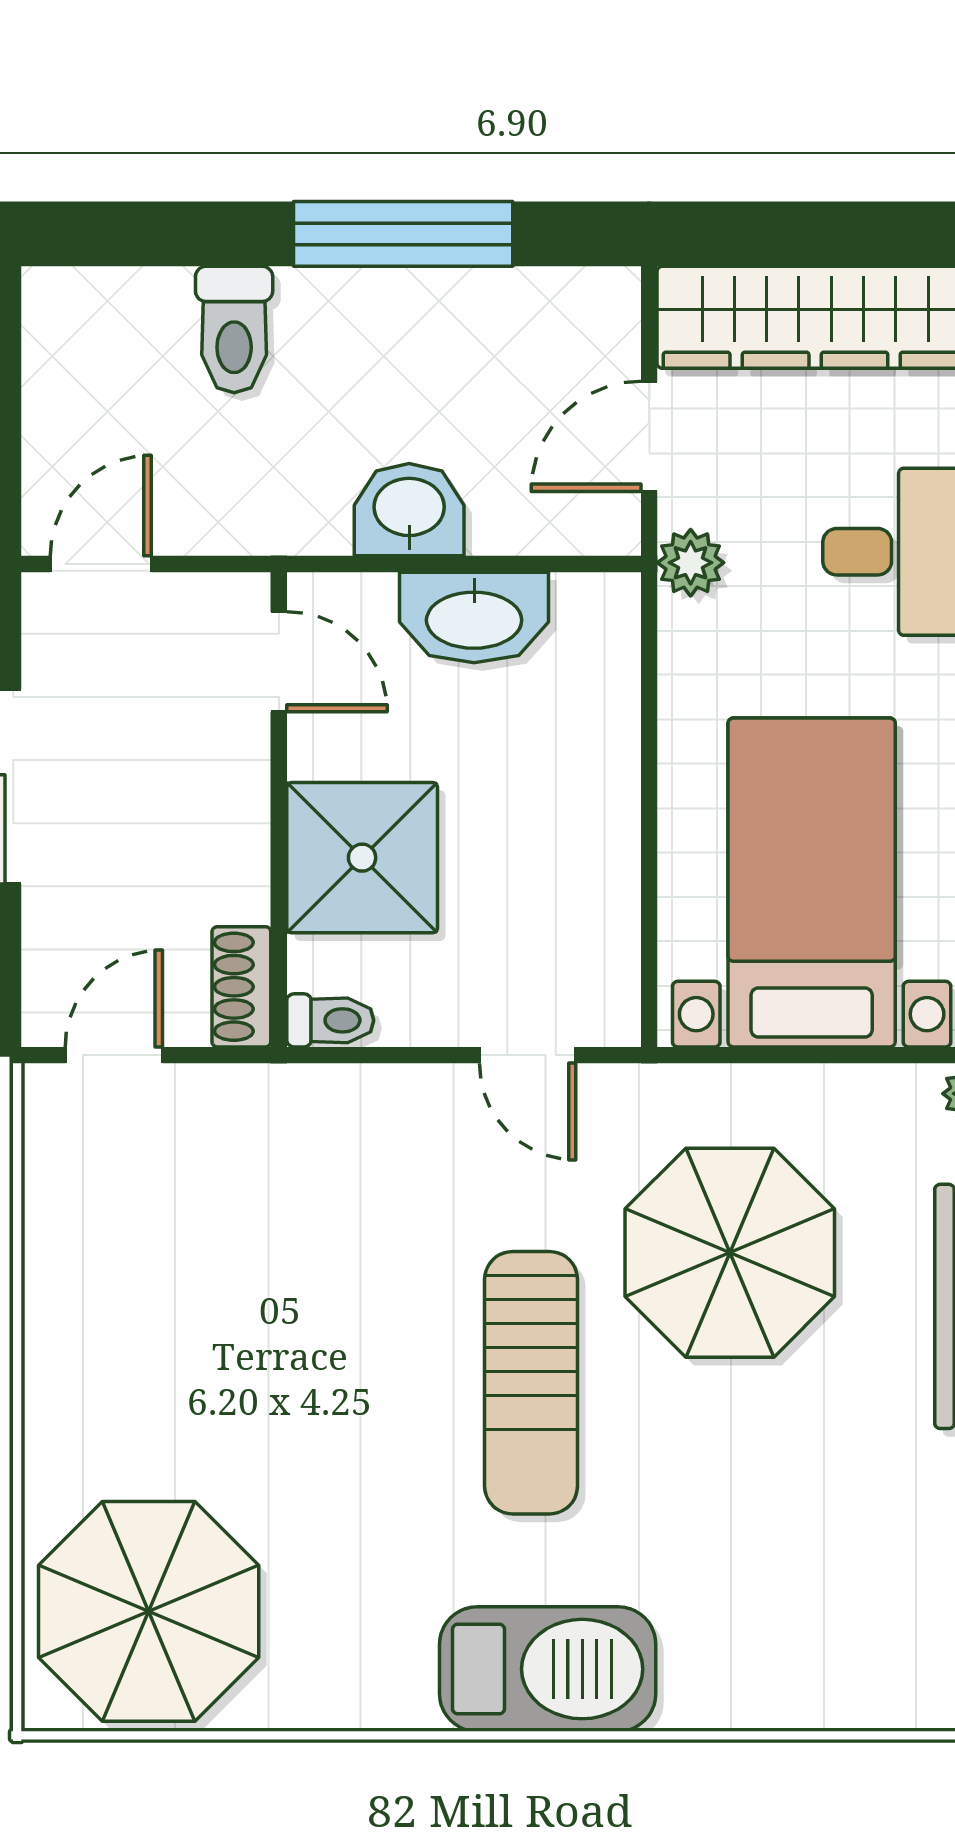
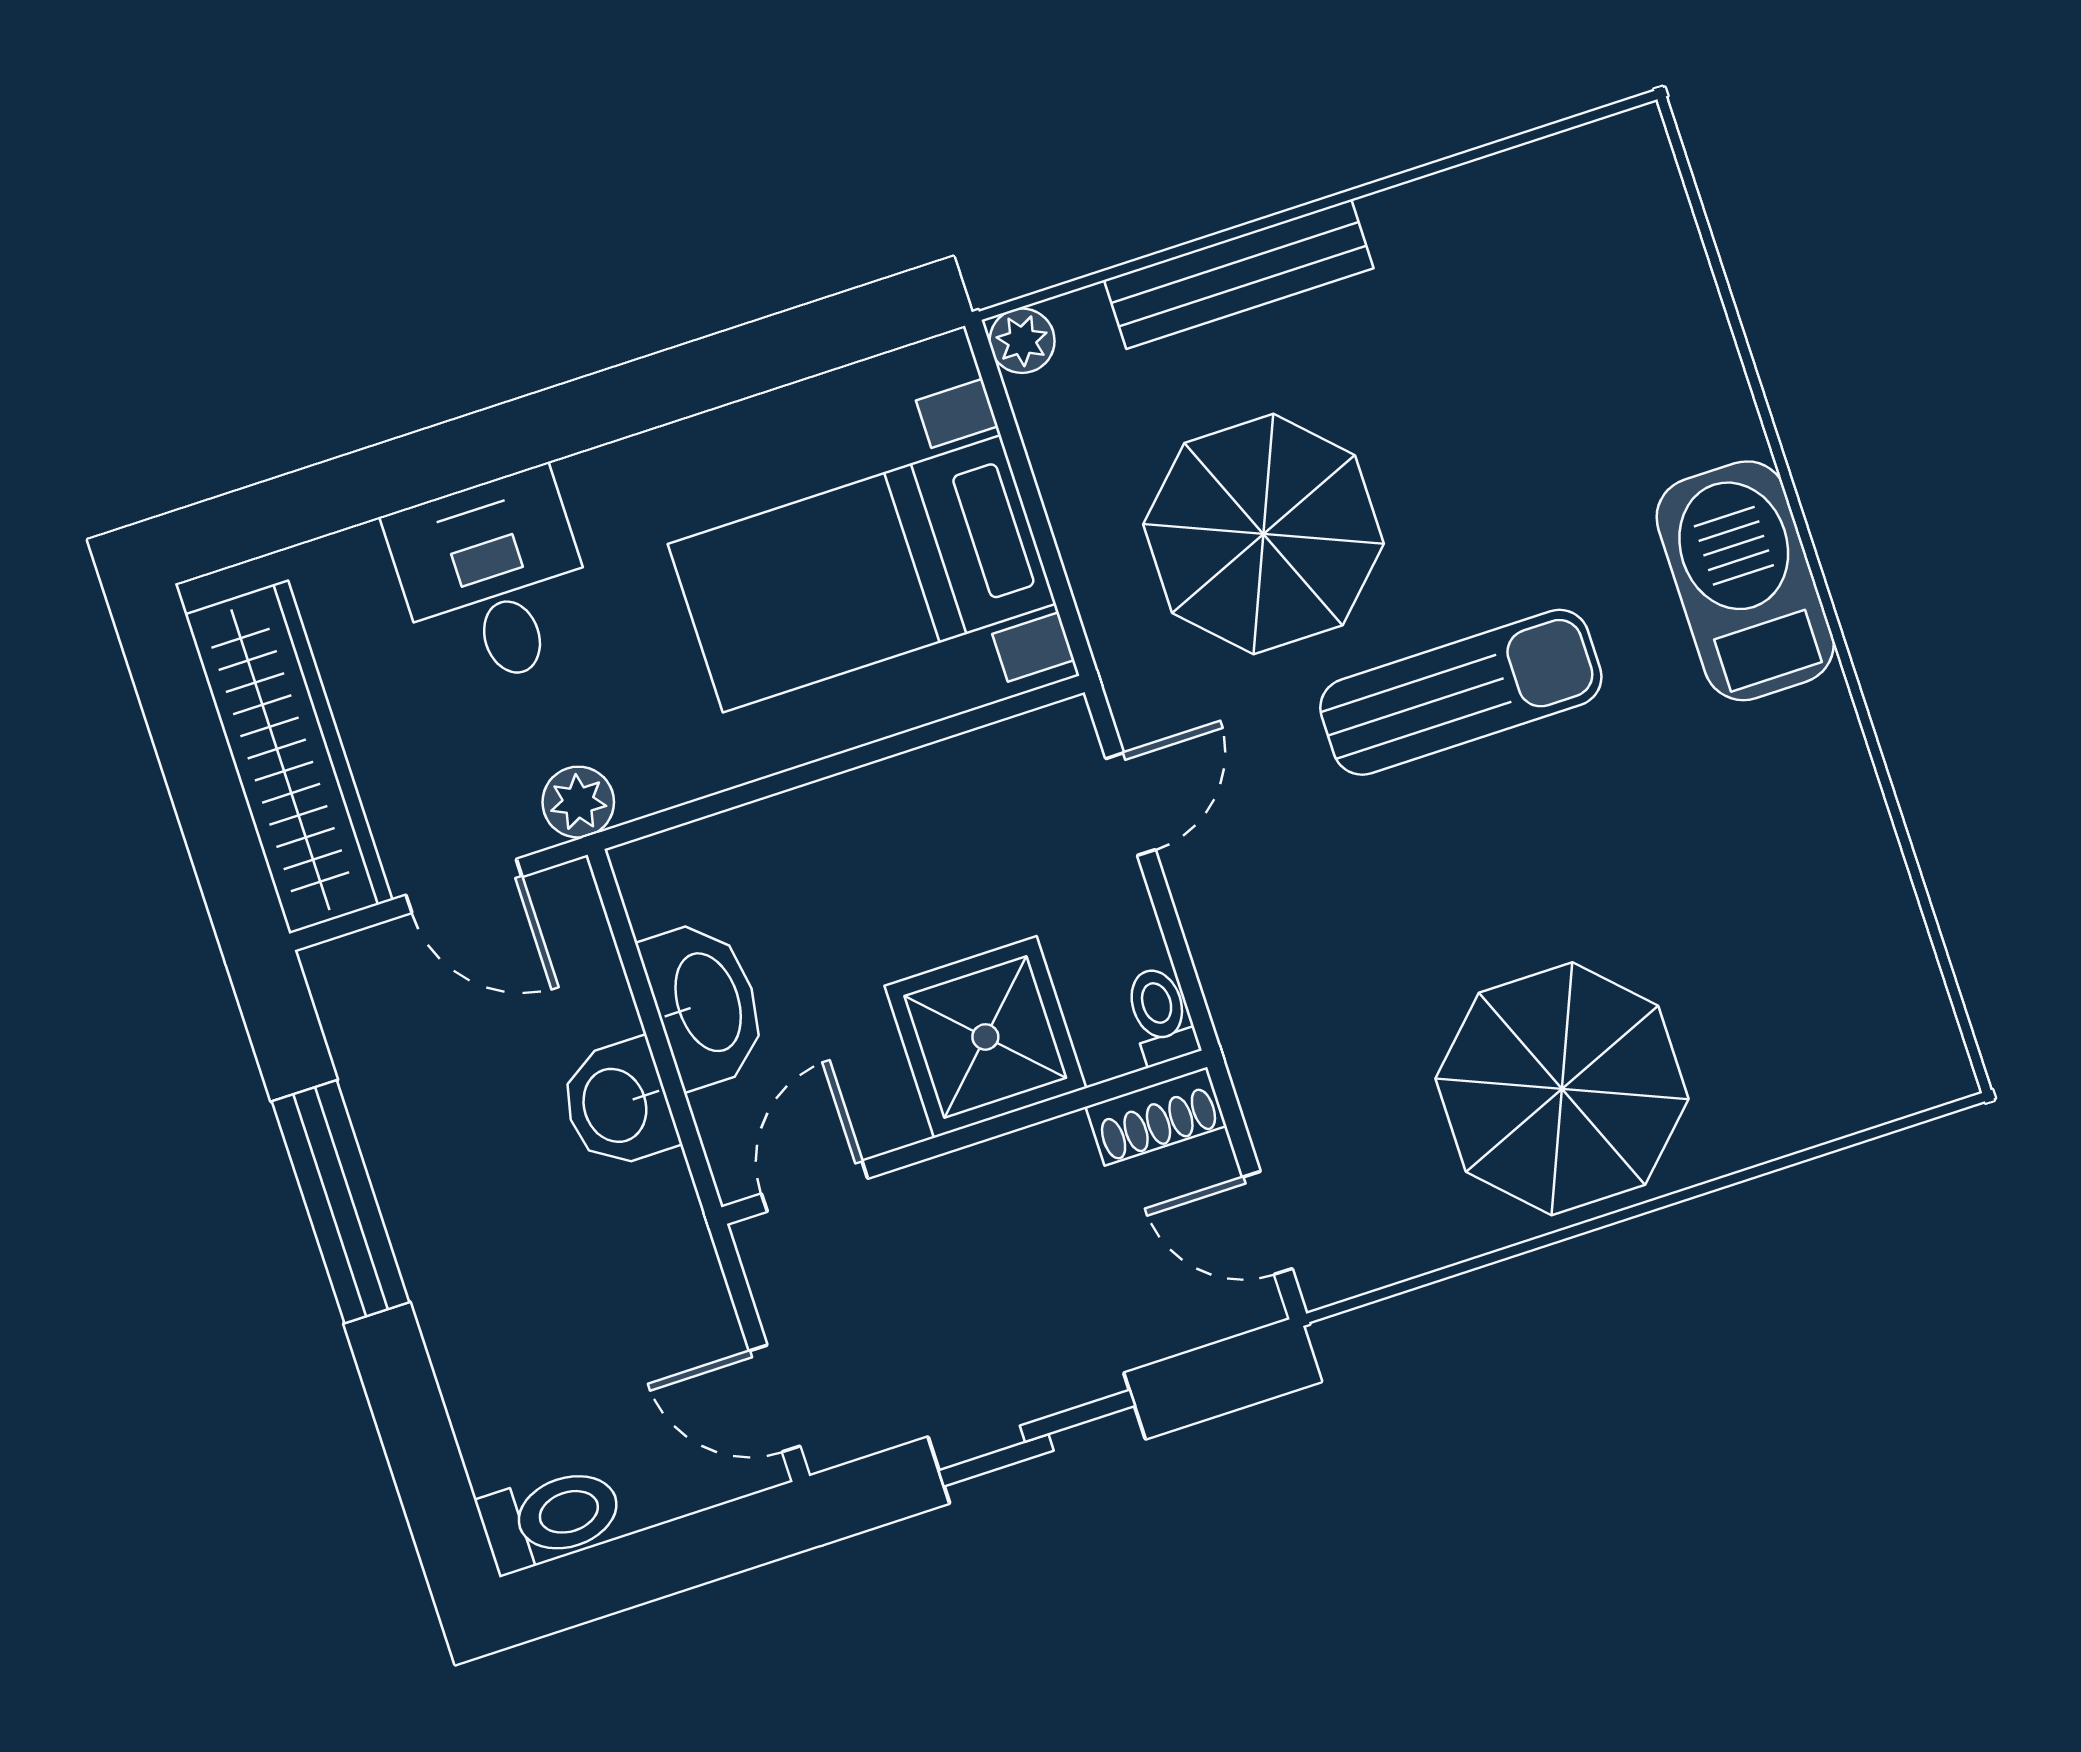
toilet: (234, 330) -> (551, 1518), moved
parasol: (149, 1611) -> (1562, 1089), moved

